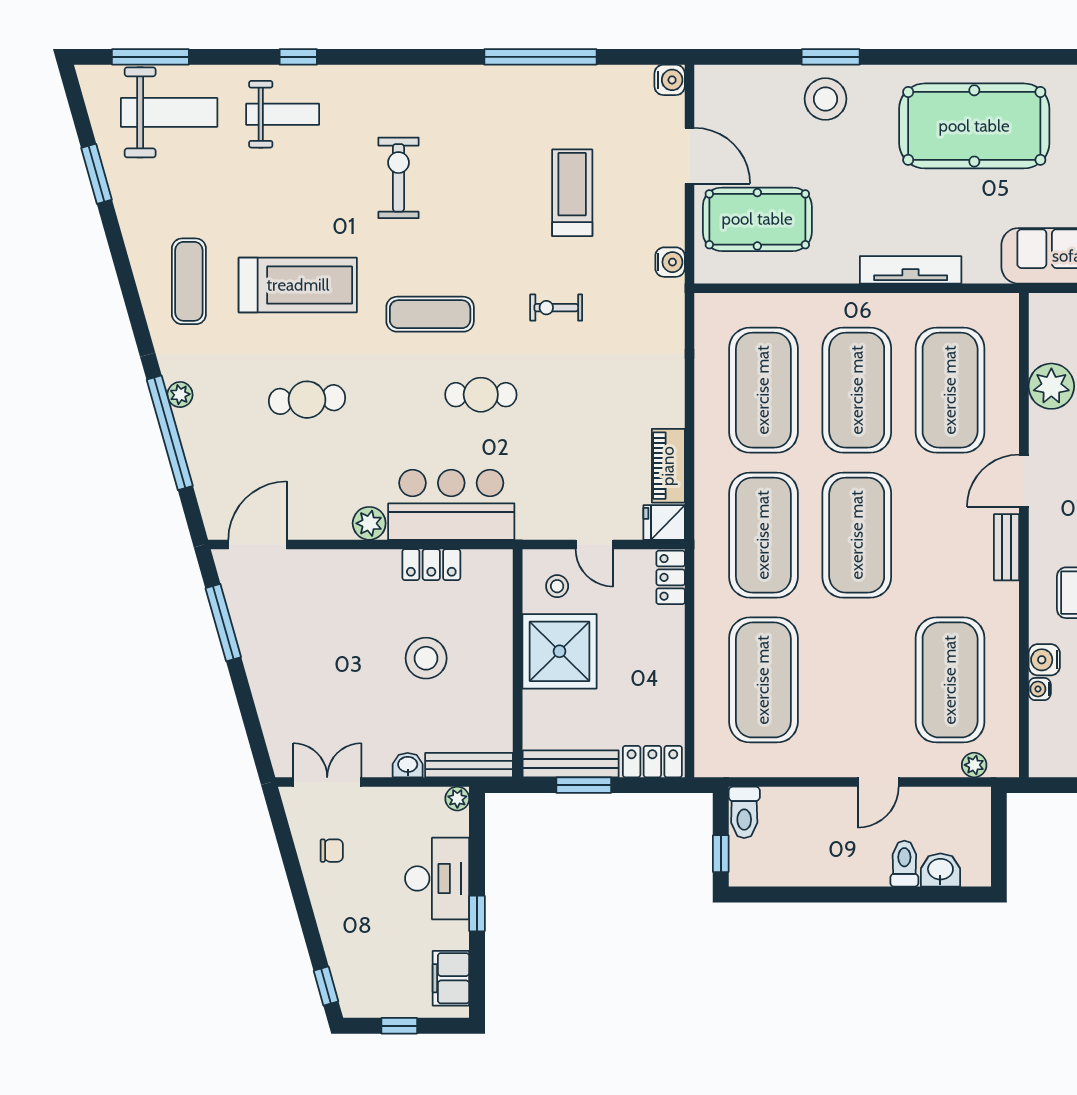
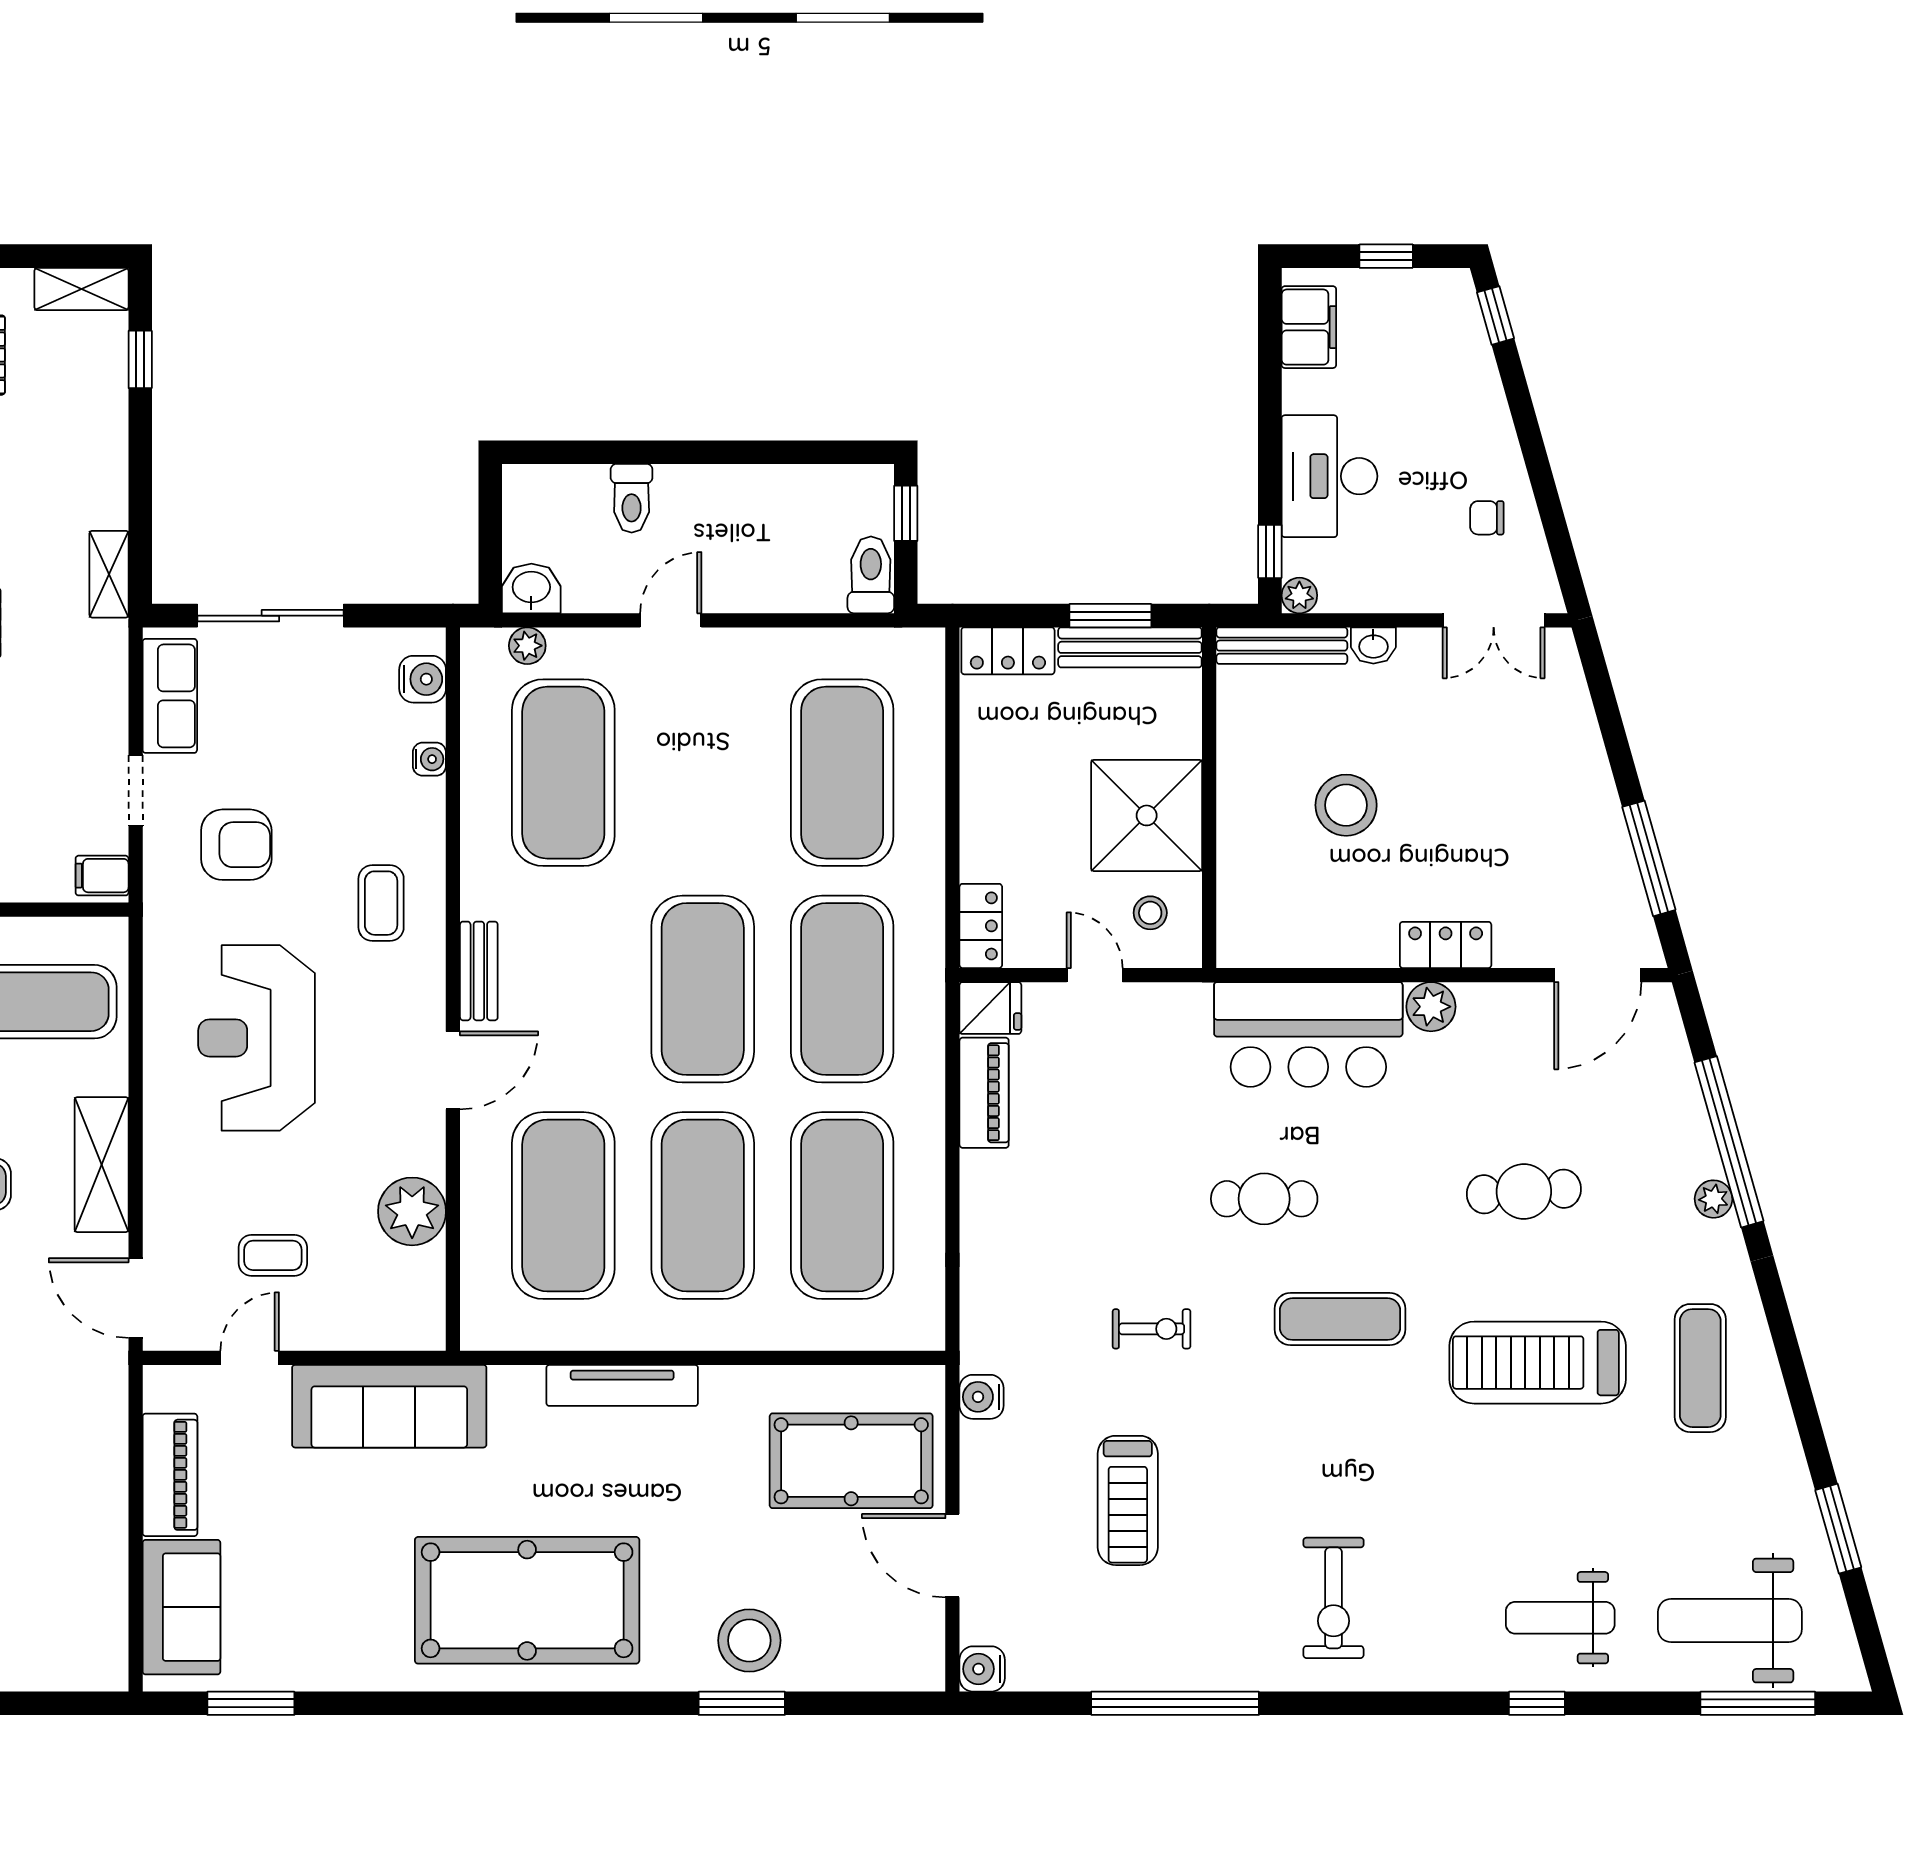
exercise bike: (398, 178) -> (1333, 1598), moved
locker: (431, 565) -> (1446, 945), moved
water cooler: (1044, 660) -> (423, 679), moved
washbasin: (940, 870) -> (531, 588), moved, turned 180
window: (477, 914) -> (1270, 551), moved

